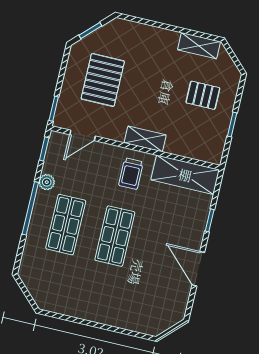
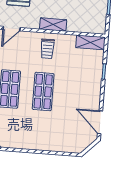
shelving: (185, 175) -> (90, 42), width x0.67, depth x0.75
door: (198, 269) -> (100, 122), moved

